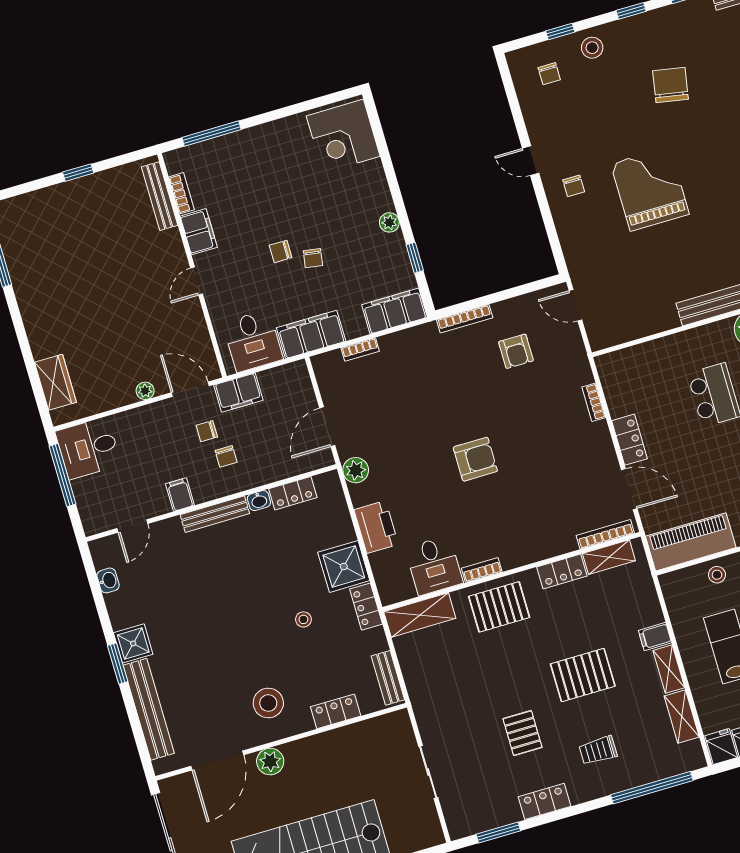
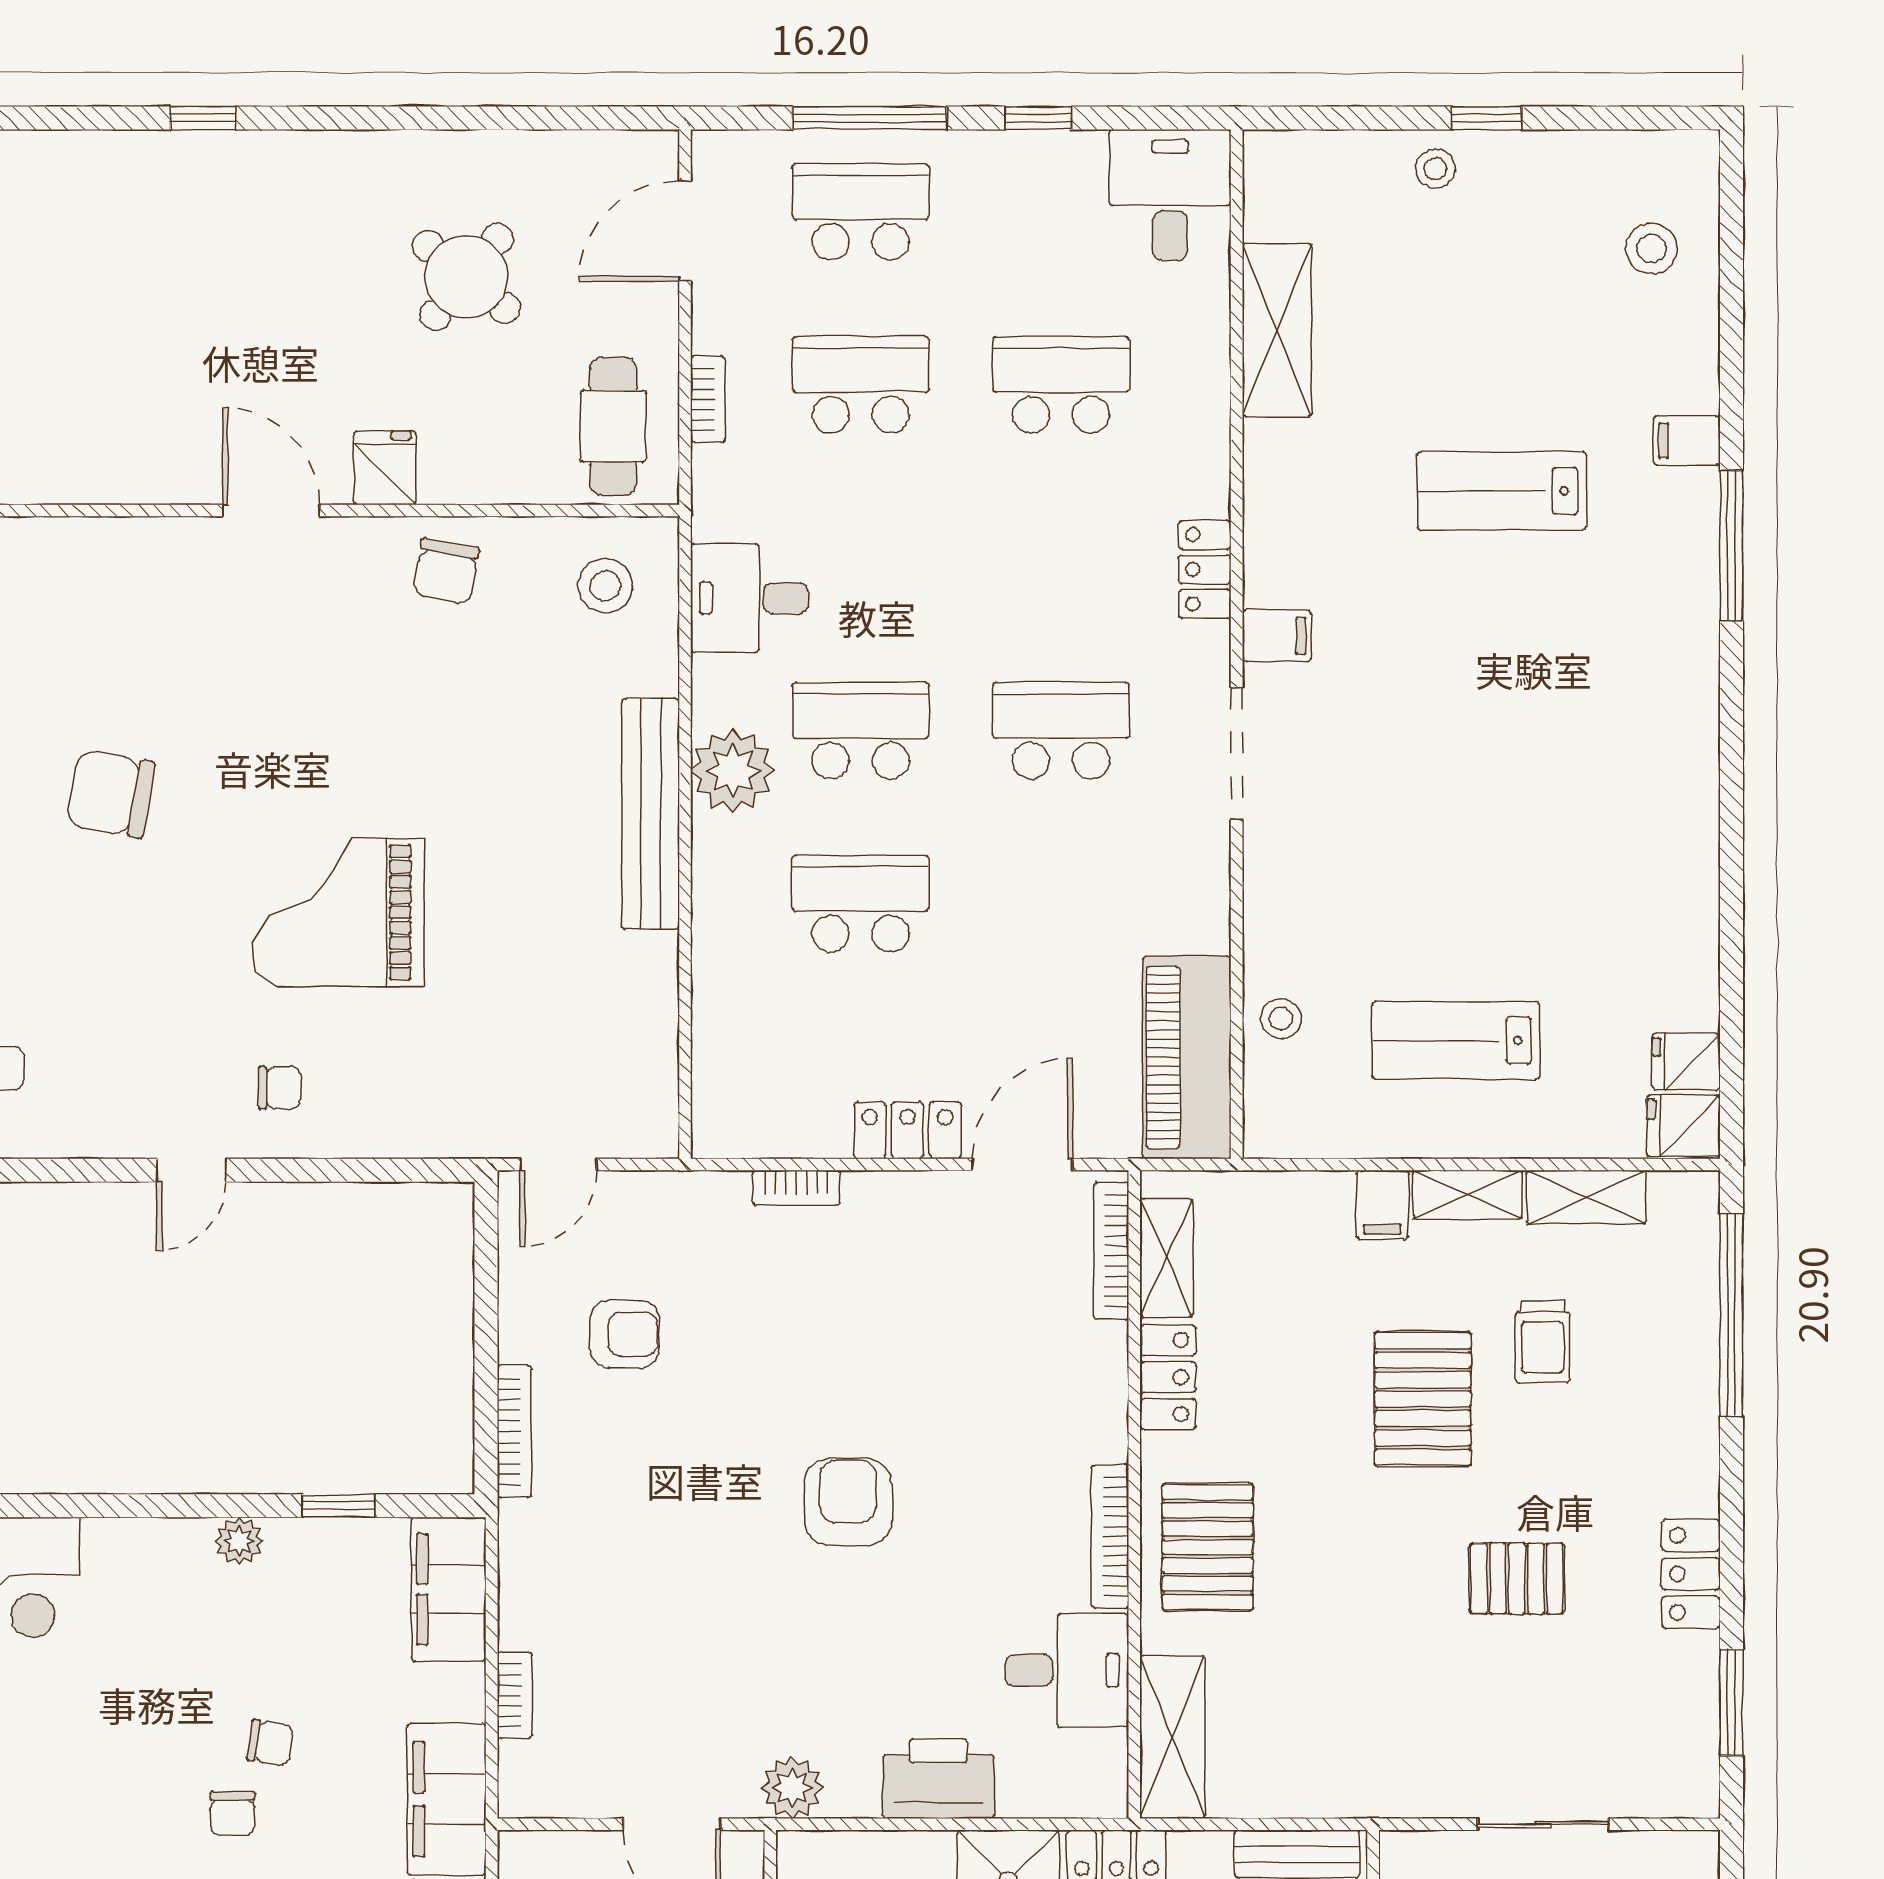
bookcase: (482, 570) -> (1110, 1537), width x1.56
trolley: (598, 750) -> (1543, 1341), moved

